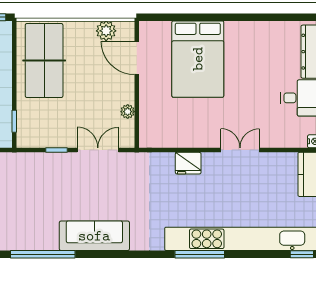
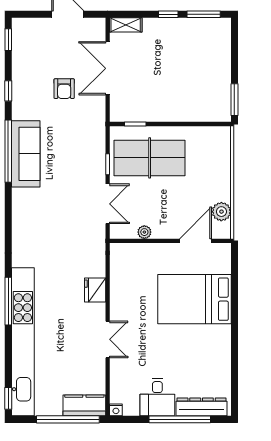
table tennis table: (44, 60) -> (150, 158), moved
sofa: (94, 236) -> (26, 154), moved

